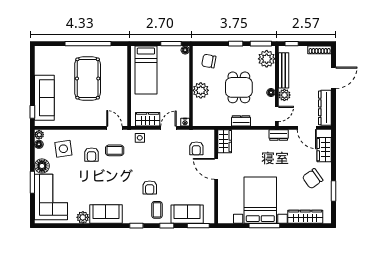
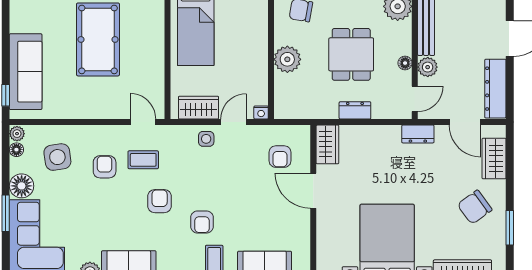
side table: (140, 138) -> (206, 139), moved
armchair: (92, 155) -> (105, 167), turned 180
armchair: (124, 175) -> (160, 201), added

